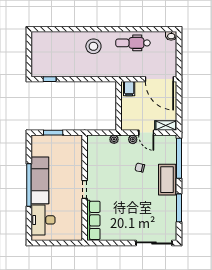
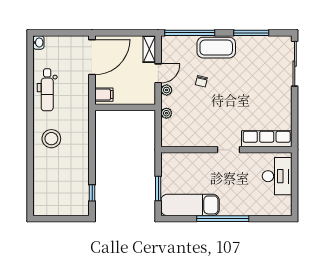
exam couch: (40, 180) -> (190, 205), moved
desk: (43, 220) -> (277, 176), moved, turned -90

